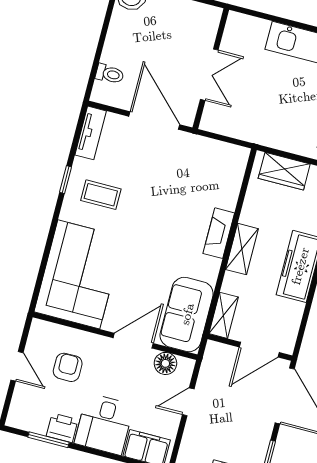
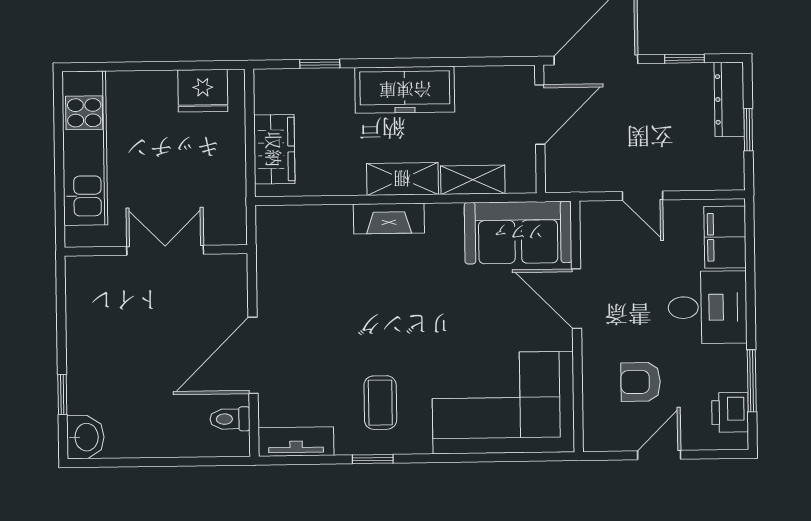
wall: (211, 69) -> (156, 250), moved
toilet: (110, 74) -> (230, 419), moved, turned -90
double door: (209, 75) -> (165, 250), moved
shelving: (224, 315) -> (473, 180), moved
door: (259, 350) -> (540, 115), hinge flipped
floor lamp: (165, 363) -> (596, 243), removed
printer: (62, 428) -> (730, 412), moved

